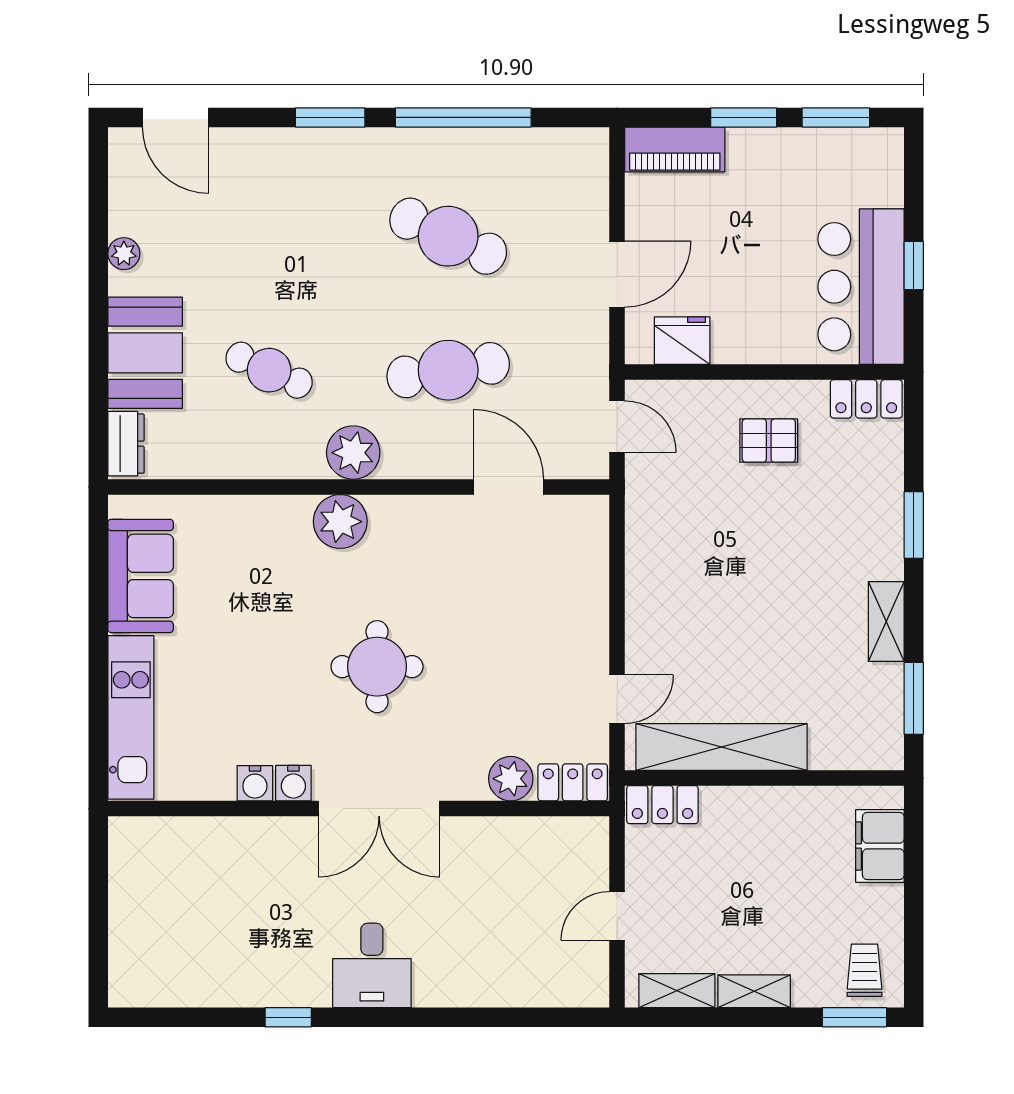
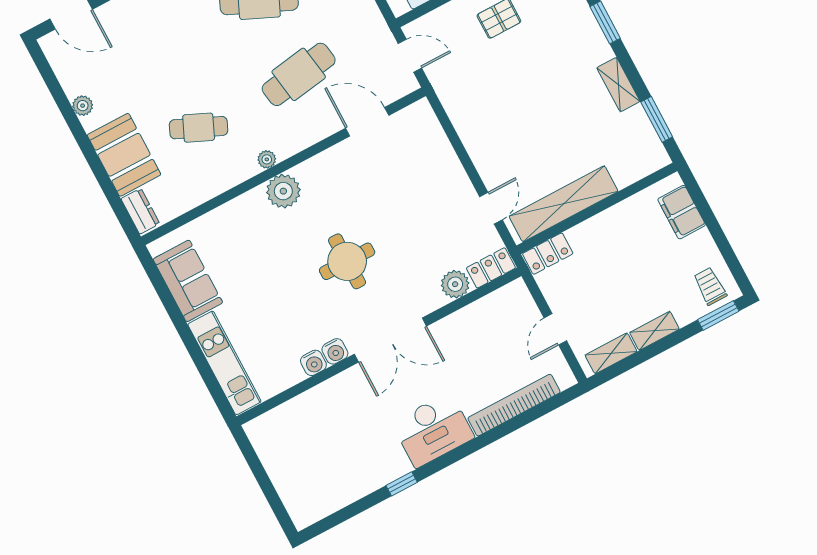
plant: (353, 453) -> (267, 159), width x0.53, depth x0.53
desk: (372, 965) -> (433, 430), width x1.37
bookcase: (503, 991) -> (514, 405), added

